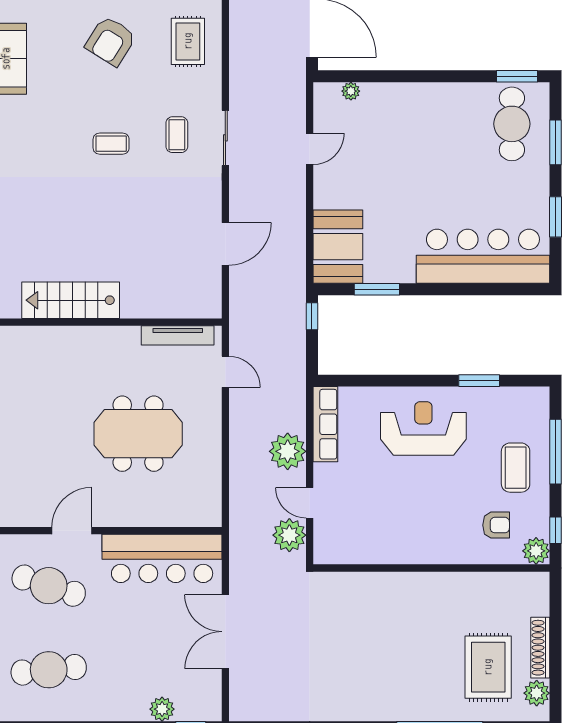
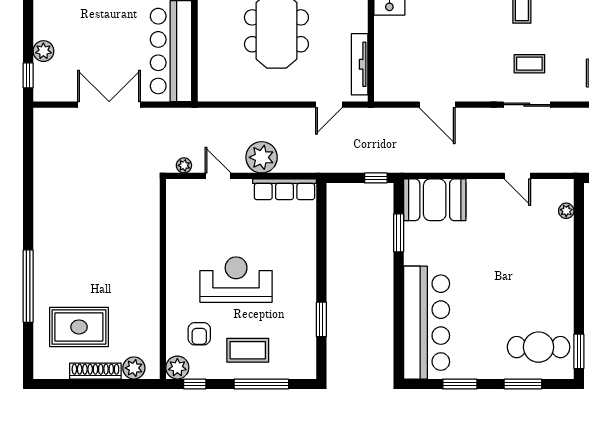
reception desk: (423, 428) -> (236, 280), moved, turned -90
door: (310, 503) -> (218, 176), hinge flipped
plant: (289, 535) -> (184, 165), width x0.53, depth x0.53
plant: (537, 693) -> (134, 368), moved

